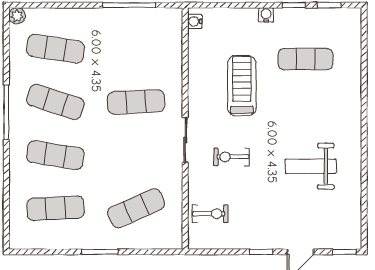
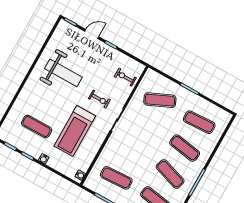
treadmill: (242, 86) -> (75, 131), width x1.37, depth x1.38
exercise mat: (136, 102) -> (116, 178), moved
weight bench: (311, 166) -> (63, 73), width x1.36, depth x1.33

